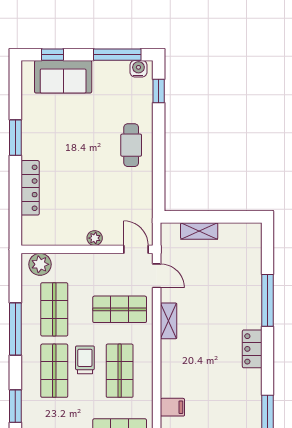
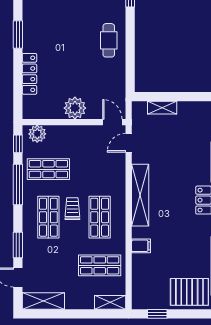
plant: (95, 238) -> (75, 108), width x1.88, depth x1.88
door: (157, 276) -> (129, 143), swing flipped
window: (15, 277) -> (18, 144), added
shop shelf: (54, 309) -> (48, 169), turned 90
shop shelf: (120, 309) -> (100, 169), removed
shelving: (169, 321) -> (140, 195), width x2.20, depth x1.33

